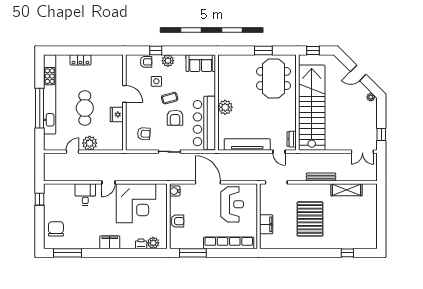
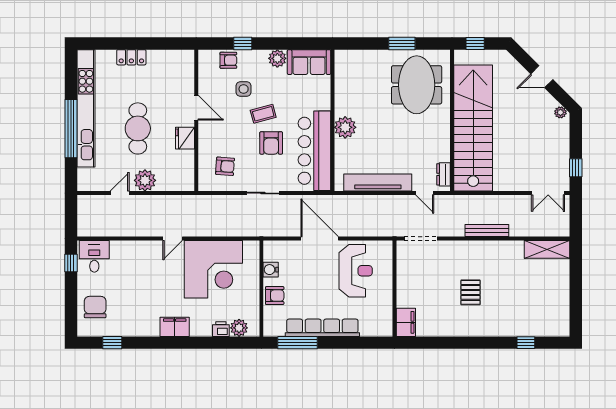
plant: (168, 61) -> (277, 58), moved
shelving: (347, 190) -> (547, 249), moved
water cooler: (175, 191) -> (271, 270), moved
desk: (85, 195) -> (94, 256), moved
pallet: (310, 219) -> (471, 292), width x0.49, depth x0.50
filing cabinet: (266, 224) -> (406, 322), moved
row of seats: (229, 243) -> (322, 328), moved
window: (67, 253) -> (112, 343), width x0.46

